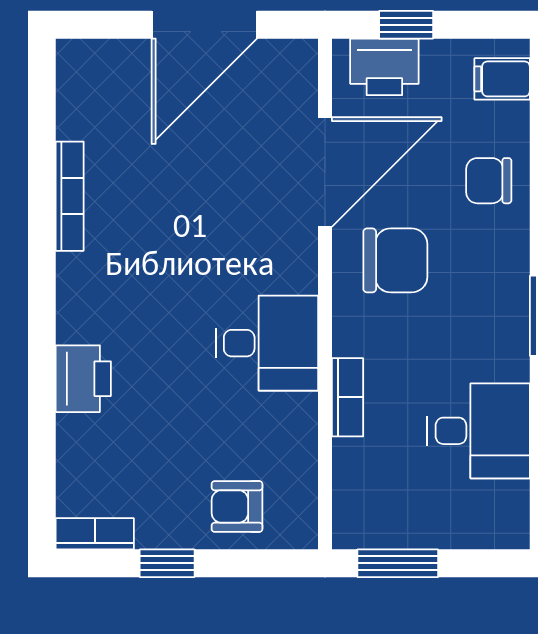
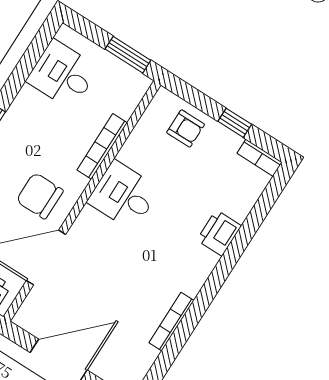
bookcase: (348, 397) -> (102, 146), width x1.56
desk: (479, 431) -> (63, 74), moved

